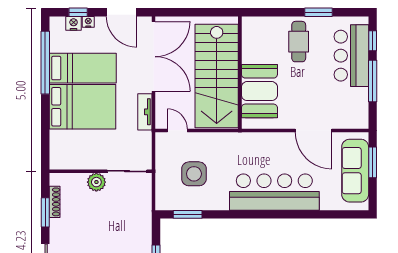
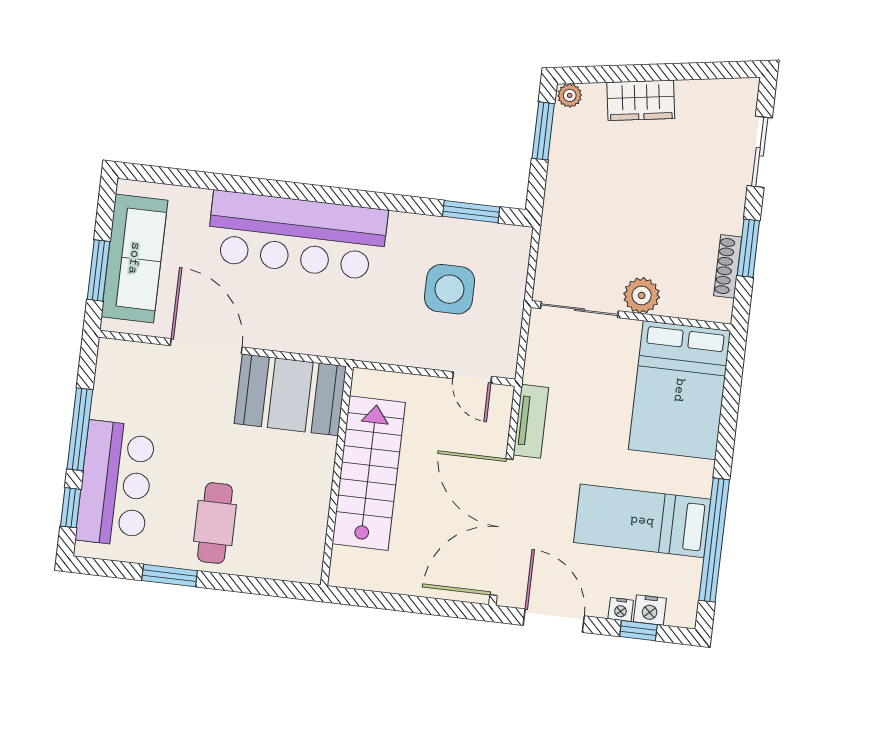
stairs: (217, 76) -> (369, 473), width x0.73, depth x0.66
booth: (259, 91) -> (290, 395), moved, turned 90
bed: (82, 107) -> (679, 390), moved, turned -90

